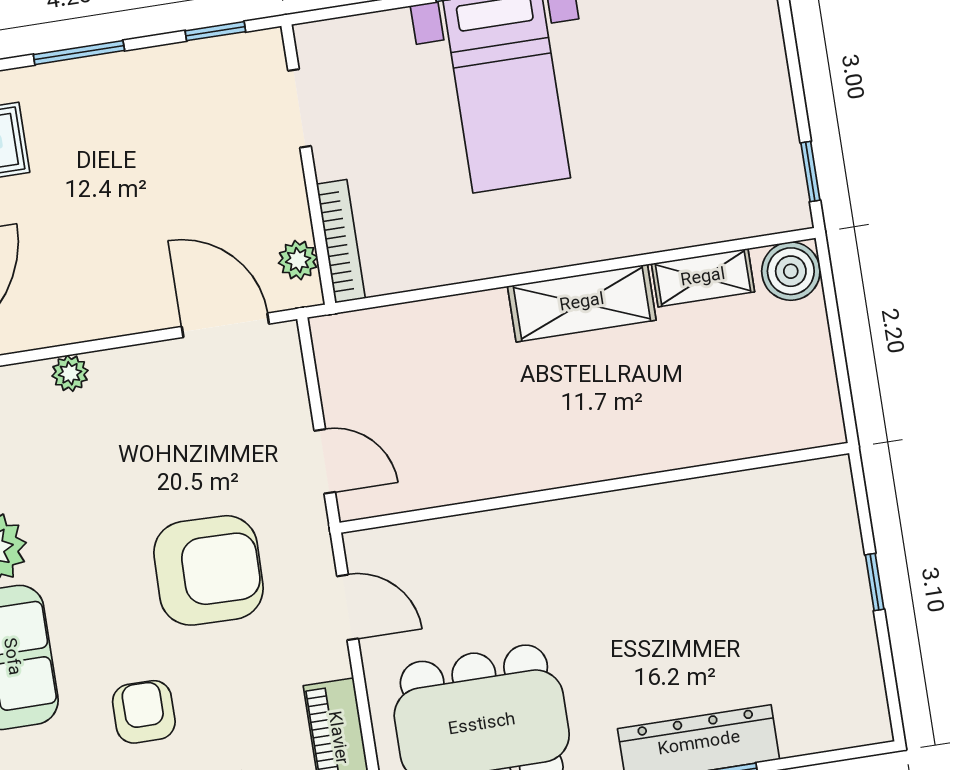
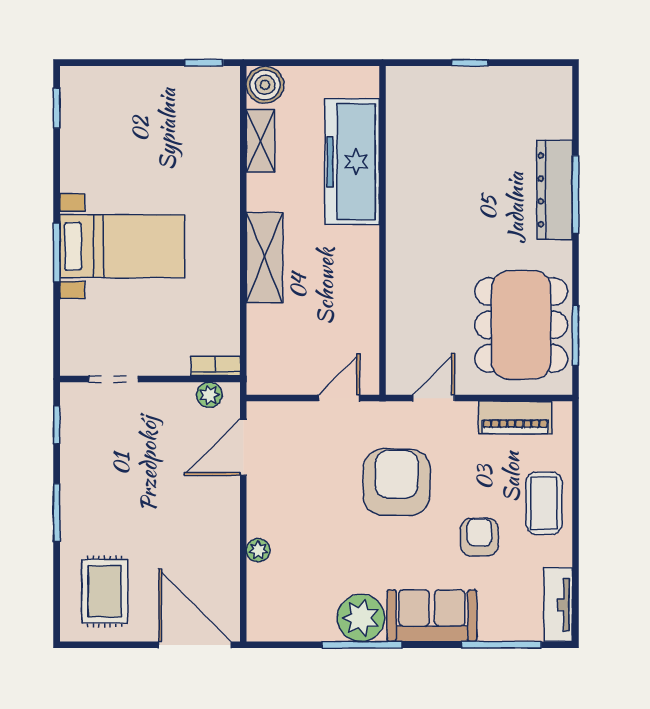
bookcase: (341, 241) -> (216, 366), width x0.64
shelving: (582, 303) -> (265, 258), moved
freezer: (693, 424) -> (352, 162), added
armchair: (144, 712) -> (479, 537), turned 90

